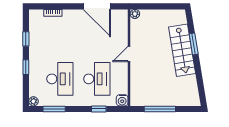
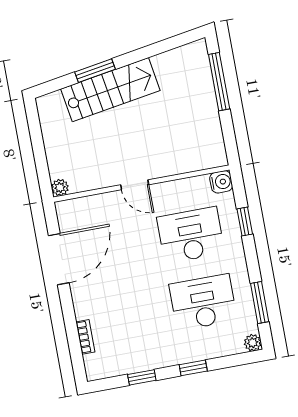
window: (160, 109) -> (219, 82), moved

